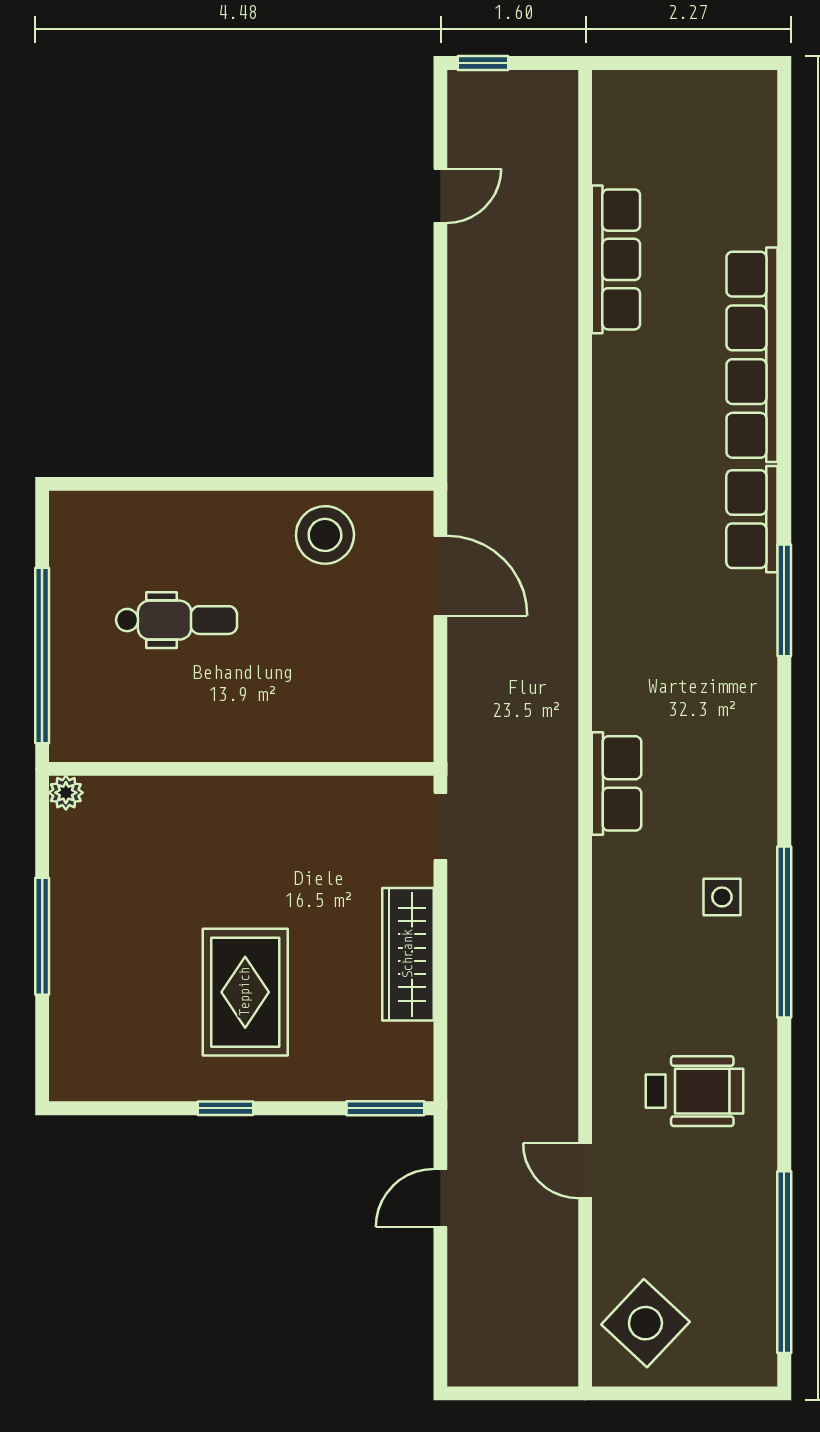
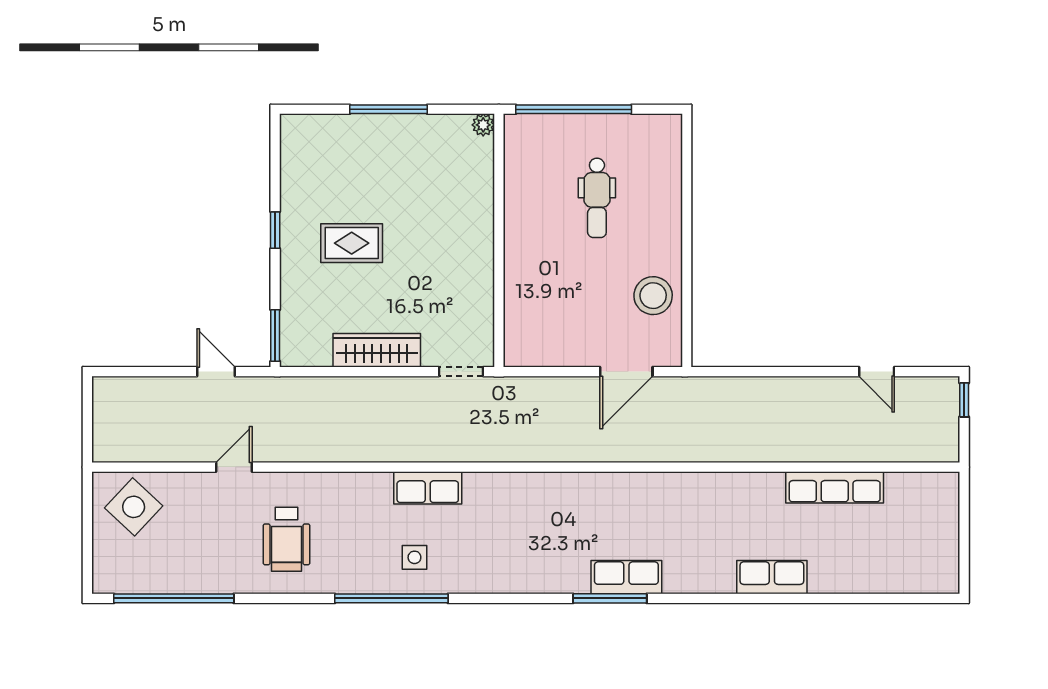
row of seats: (752, 355) -> (772, 577), width x0.50
row of seats: (752, 519) -> (626, 577), moved
row of seats: (617, 783) -> (428, 488), moved
rug: (245, 992) -> (352, 243), width x0.73, depth x0.70

